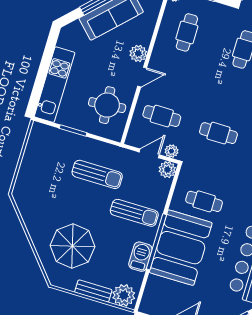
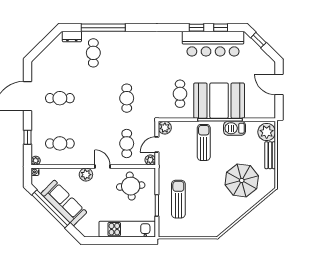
plant: (172, 151) -> (150, 160), moved
door: (149, 153) -> (157, 144), hinge flipped
sun lounger: (97, 174) -> (178, 199), moved

